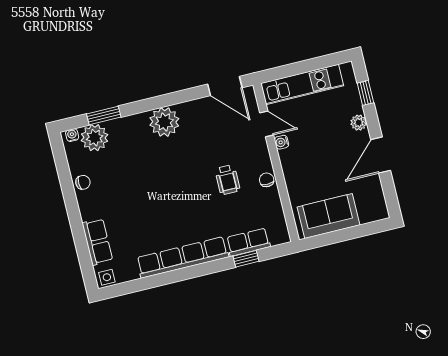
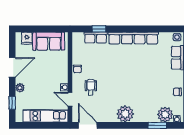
wheelchair: (227, 180) -> (91, 87), moved
fridge: (368, 212) -> (27, 38), added

